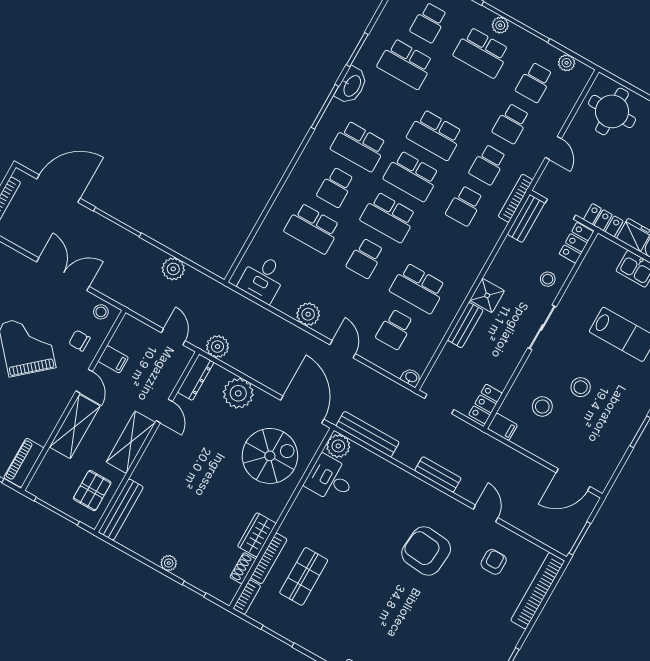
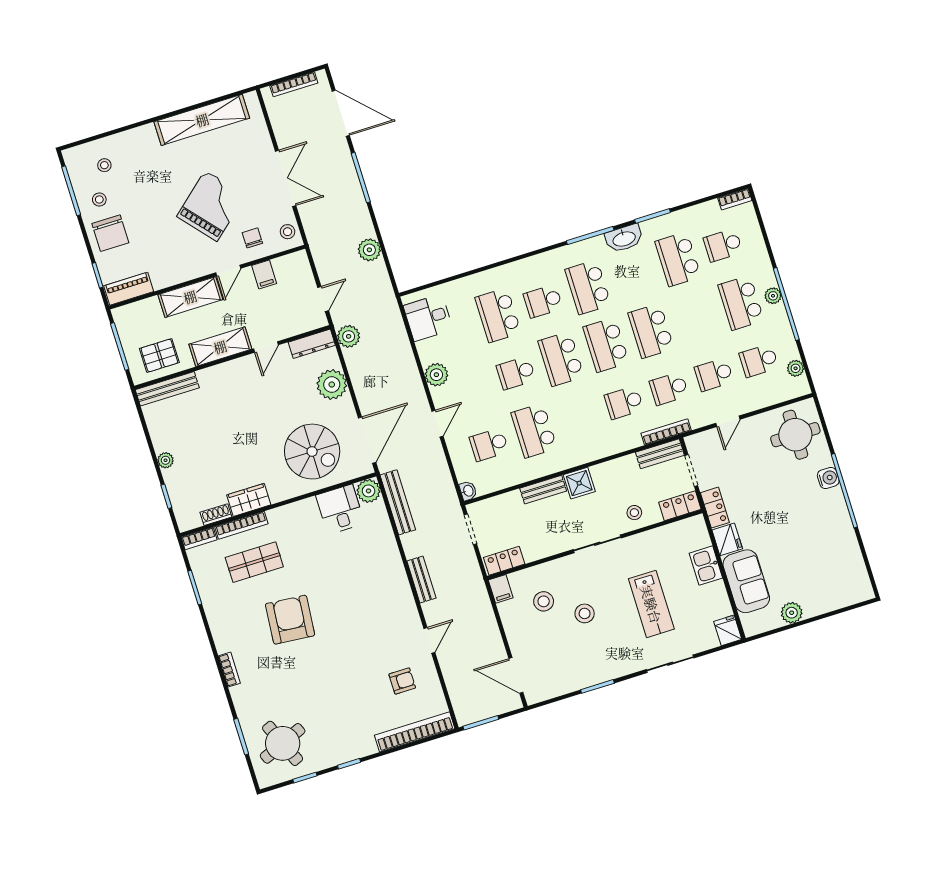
armchair: (426, 551) -> (290, 620), moved

